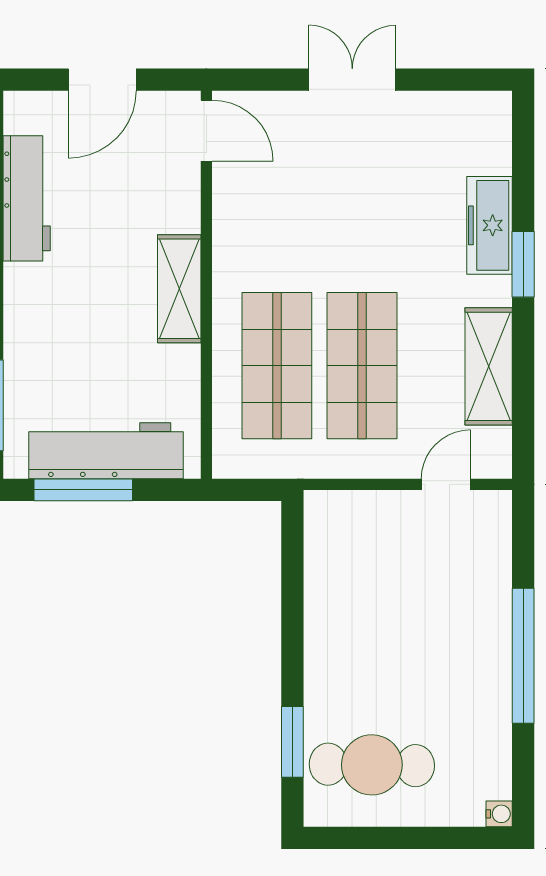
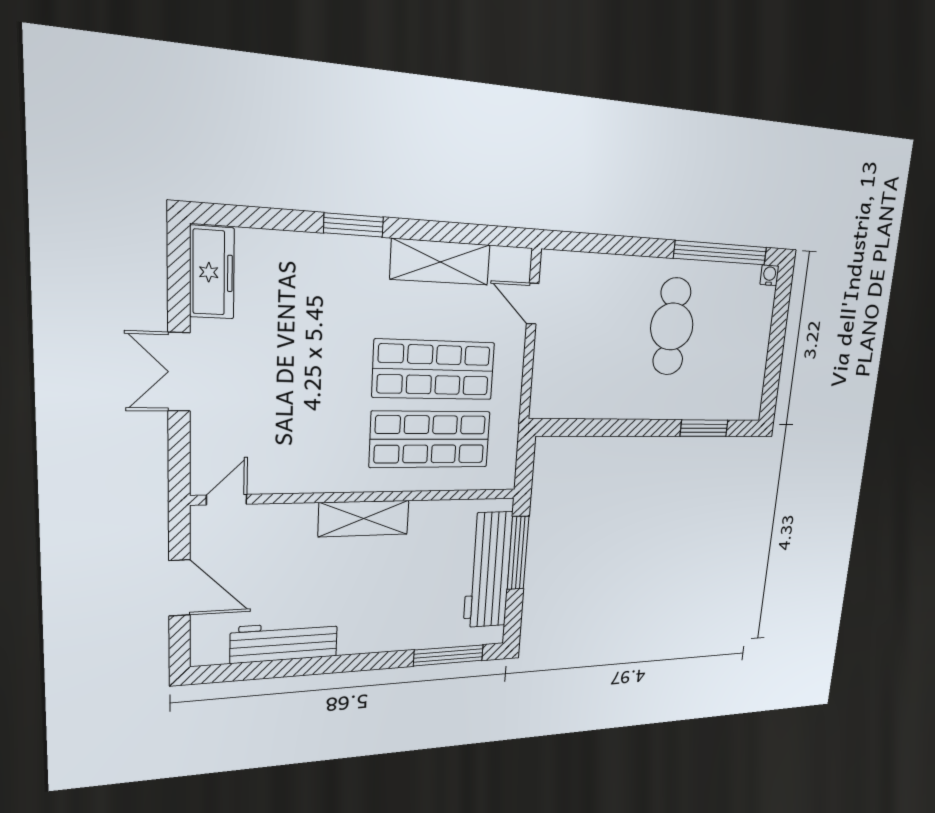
door: (206, 131) -> (227, 500), width x0.73
freezer: (489, 225) -> (212, 272), moved, turned -90
window: (83, 490) -> (518, 553), moved
window: (523, 656) -> (721, 253), moved
cafe table: (372, 765) -> (672, 327), moved

